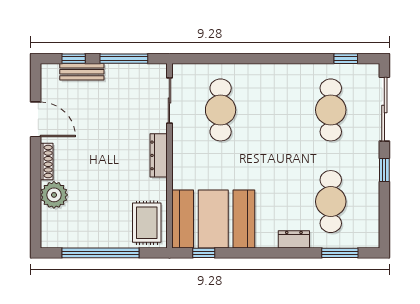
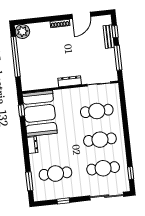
cafe table: (276, 110) -> (100, 140), added
window: (384, 170) -> (63, 201), moved
plant: (54, 195) -> (22, 31), moved
rug: (147, 223) -> (34, 79), removed
dresser: (294, 239) -> (32, 145), moved

